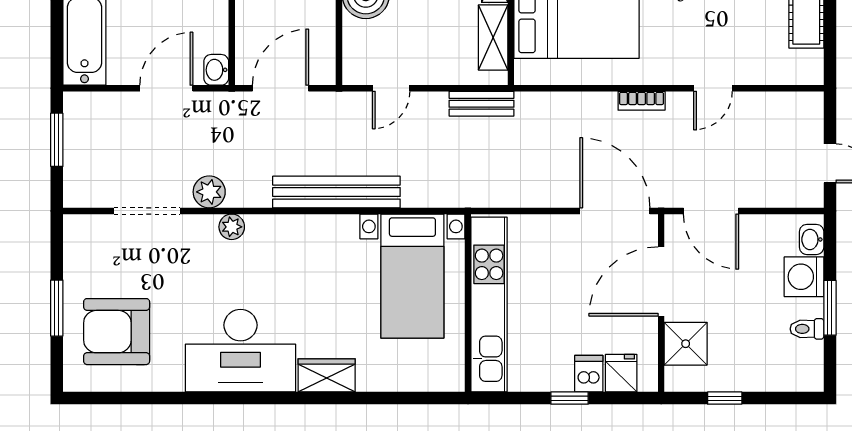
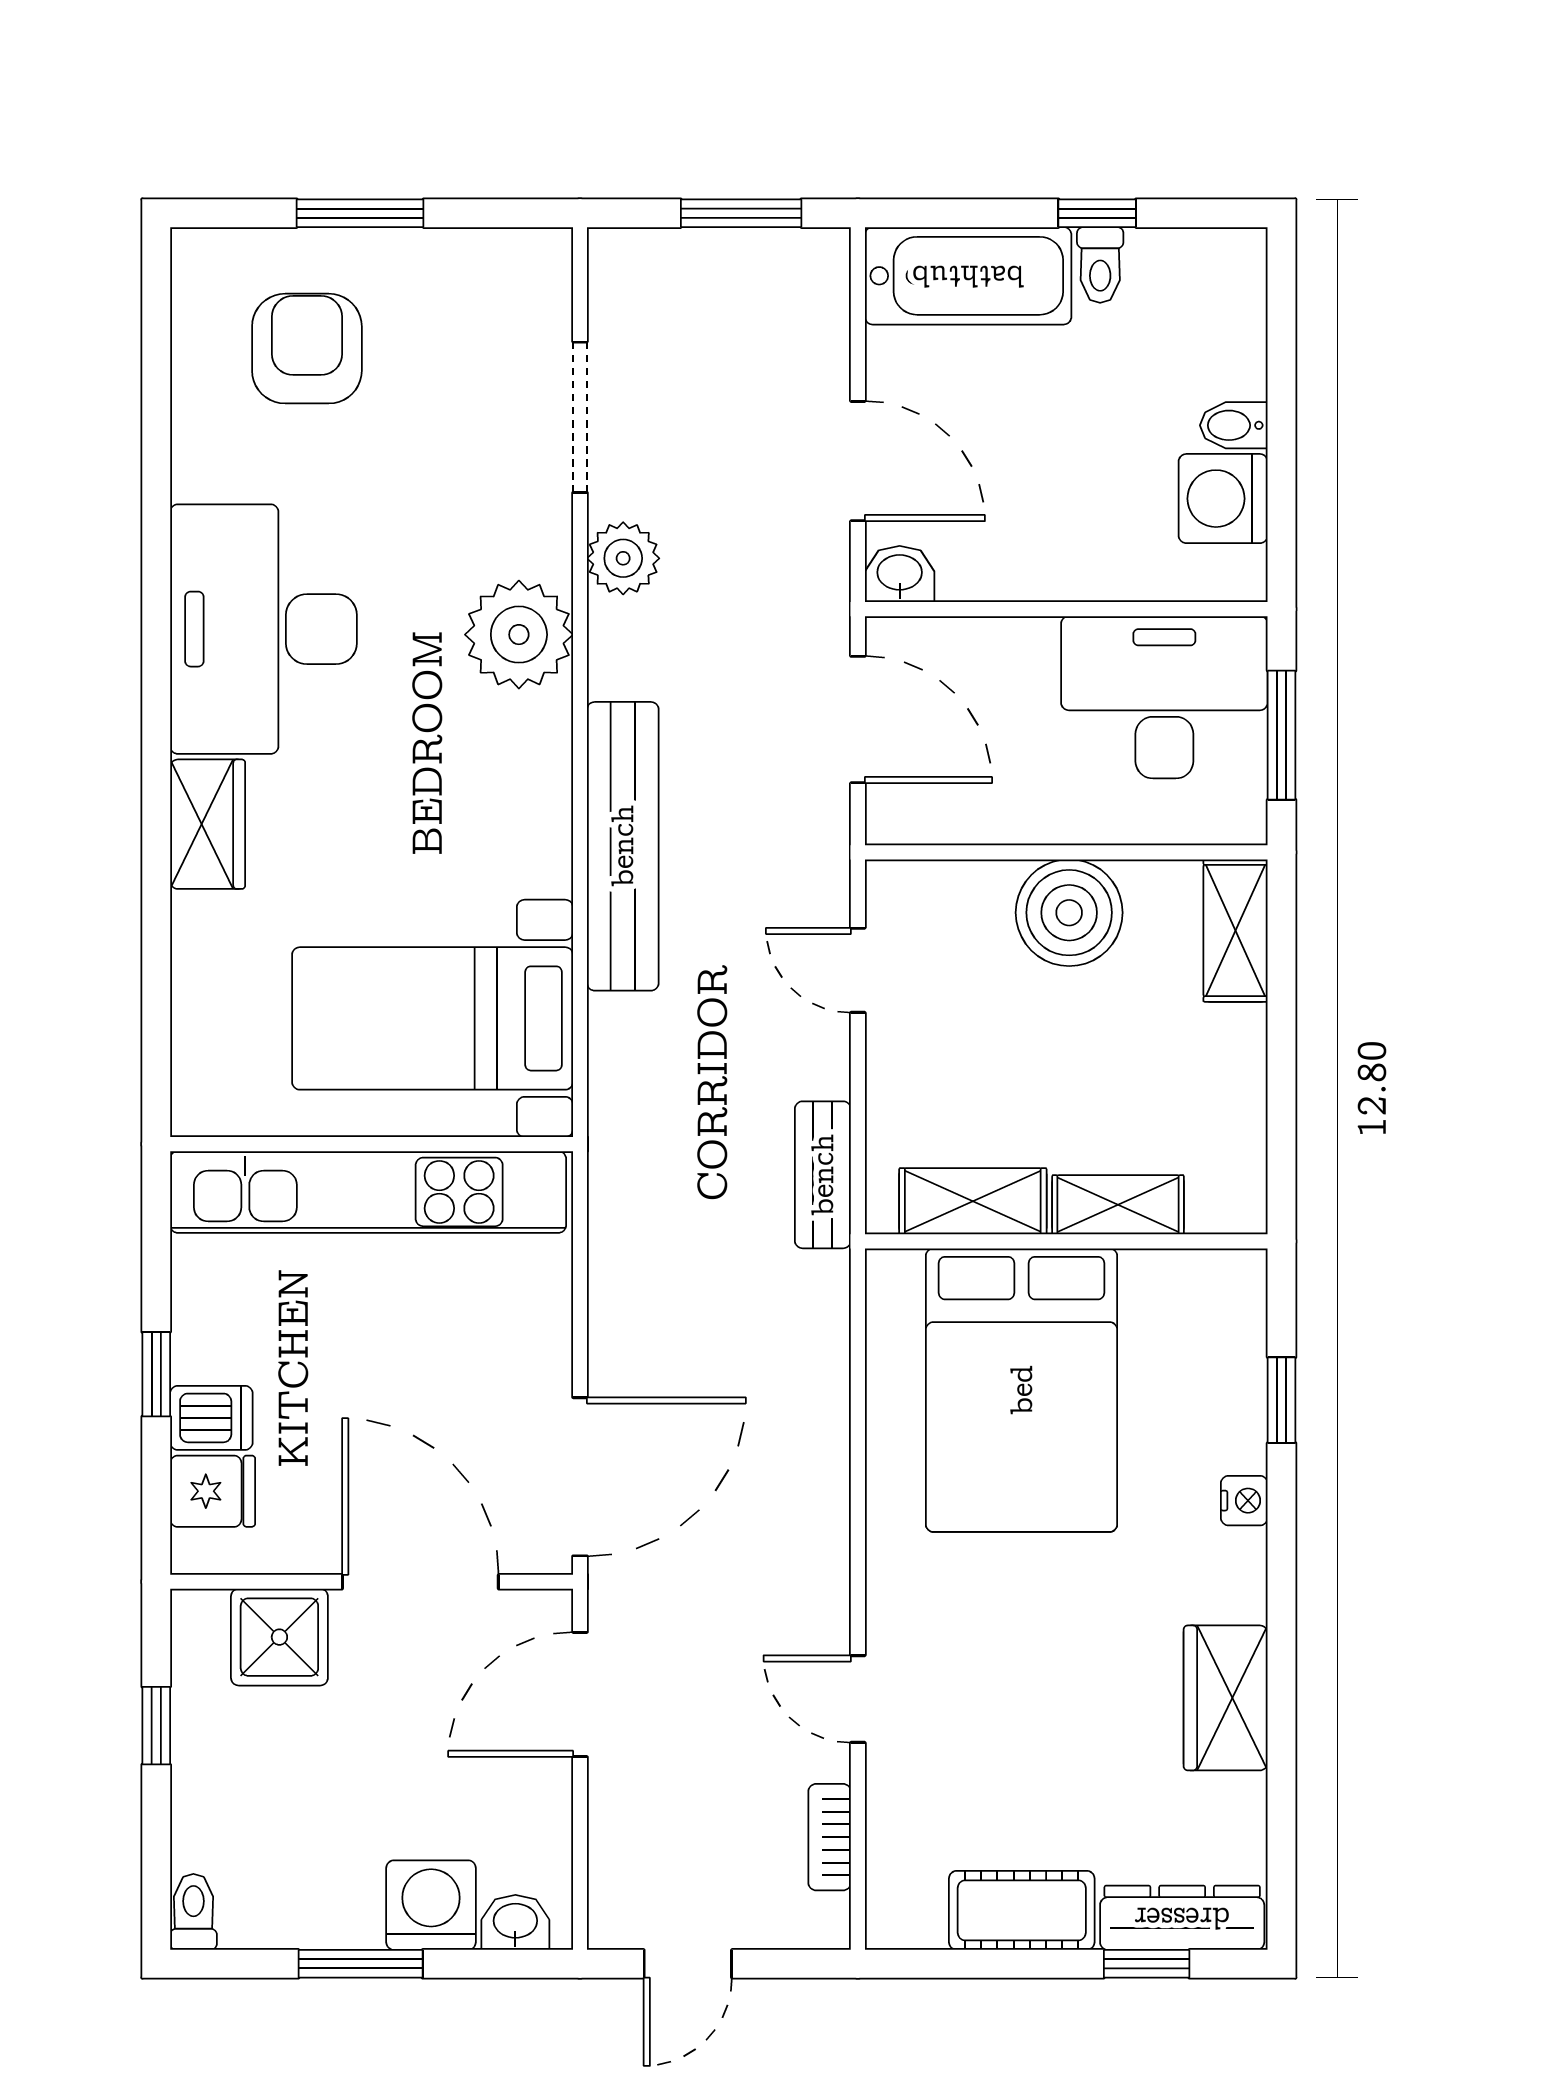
bookcase: (642, 101) -> (830, 1837), moved
plant: (232, 227) -> (519, 635), width x1.88, depth x1.88
toilet: (807, 329) -> (193, 1912), moved
armchair: (117, 332) -> (307, 349), width x0.73, depth x0.73

